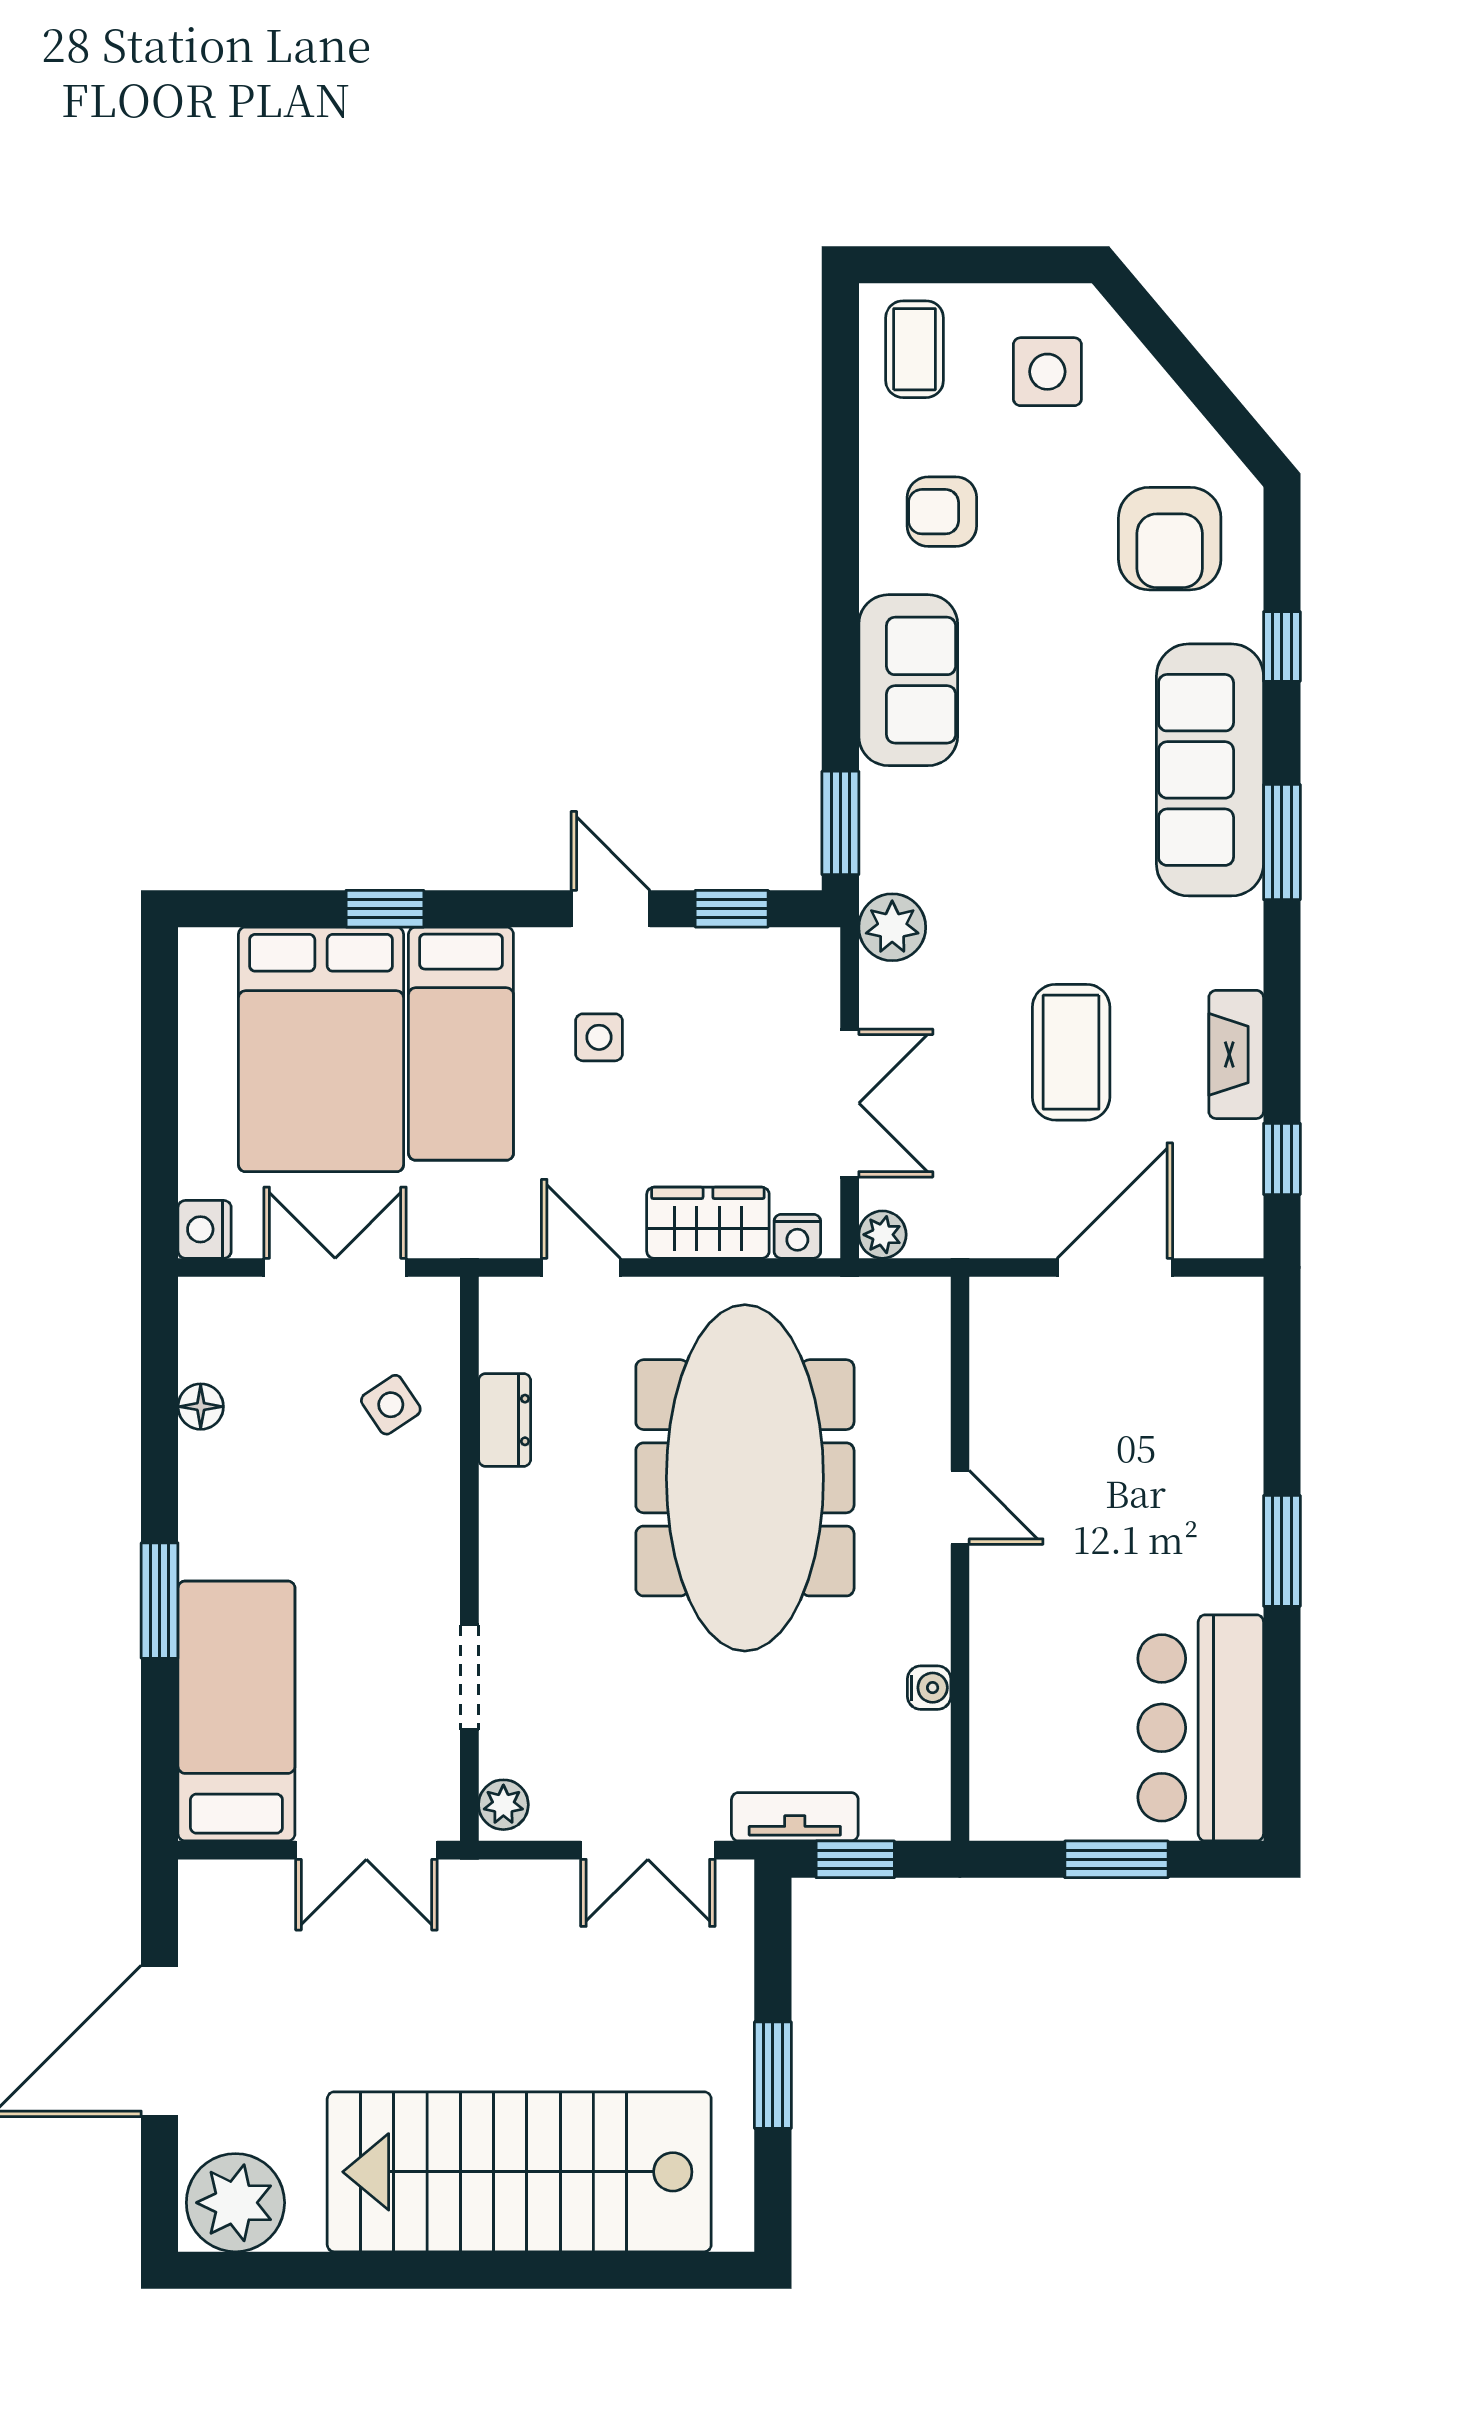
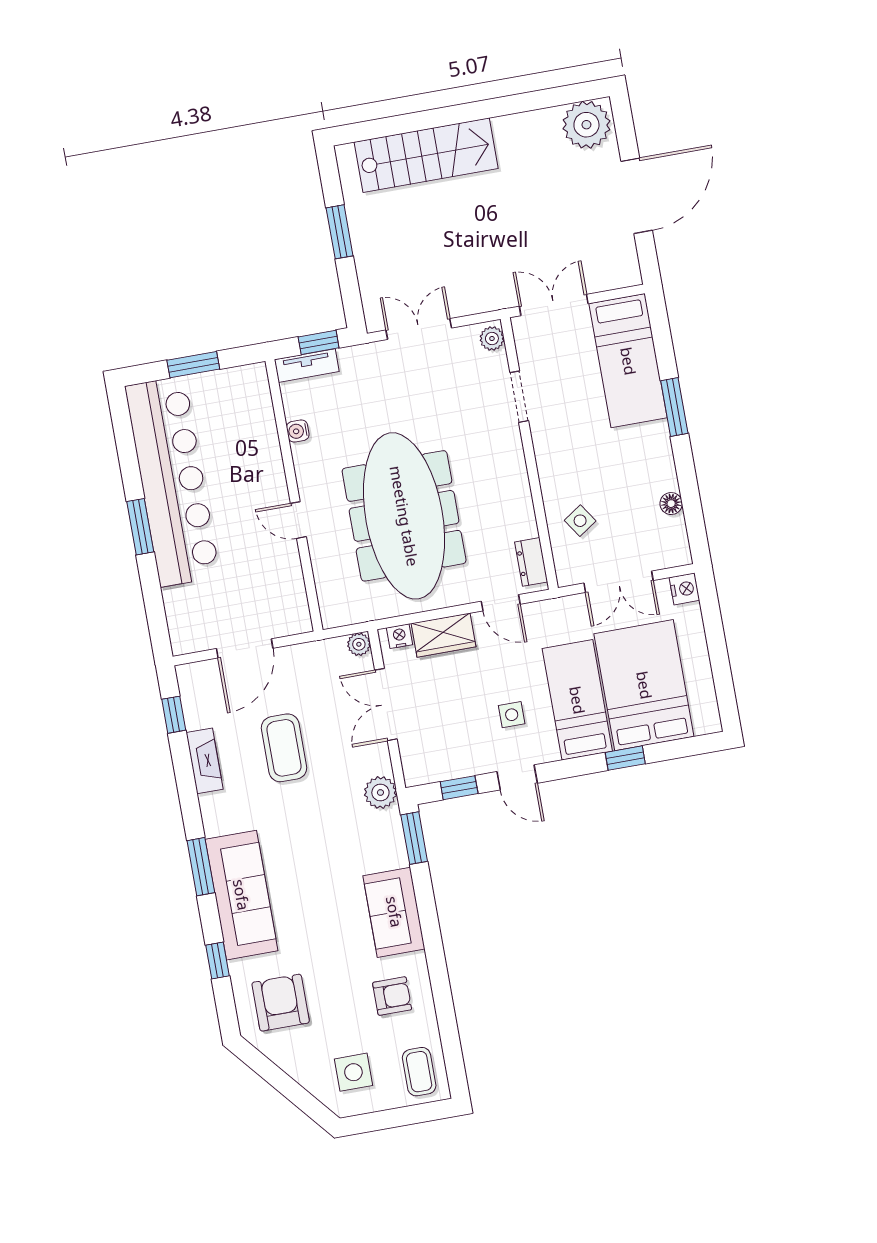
dresser: (505, 1420) -> (531, 562), moved
bar counter: (1201, 1728) -> (172, 481), width x1.86
tv unit: (795, 1817) -> (307, 366), moved
stairs: (519, 2172) -> (426, 155), width x0.73, depth x0.66

